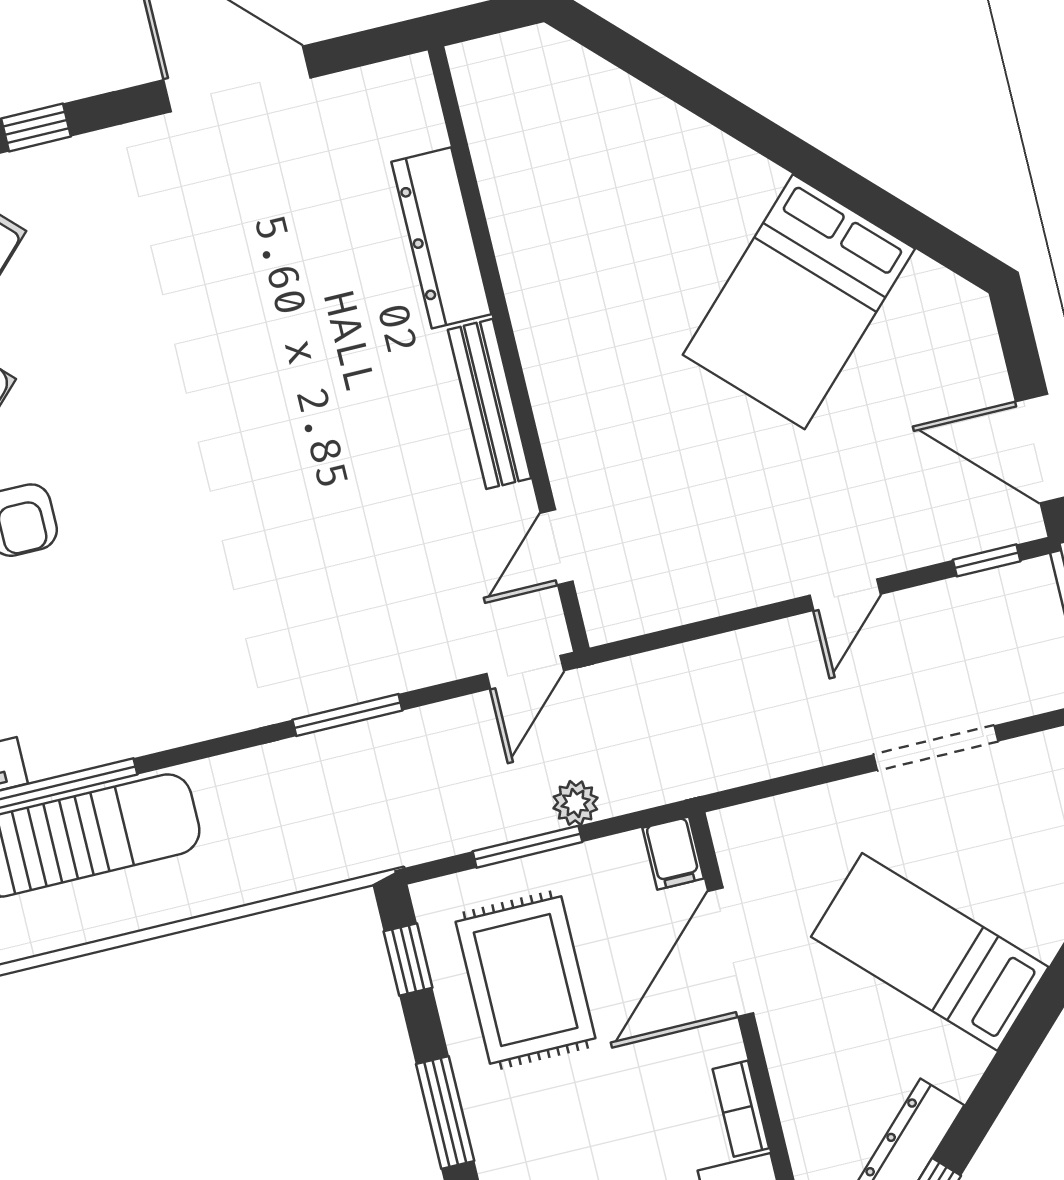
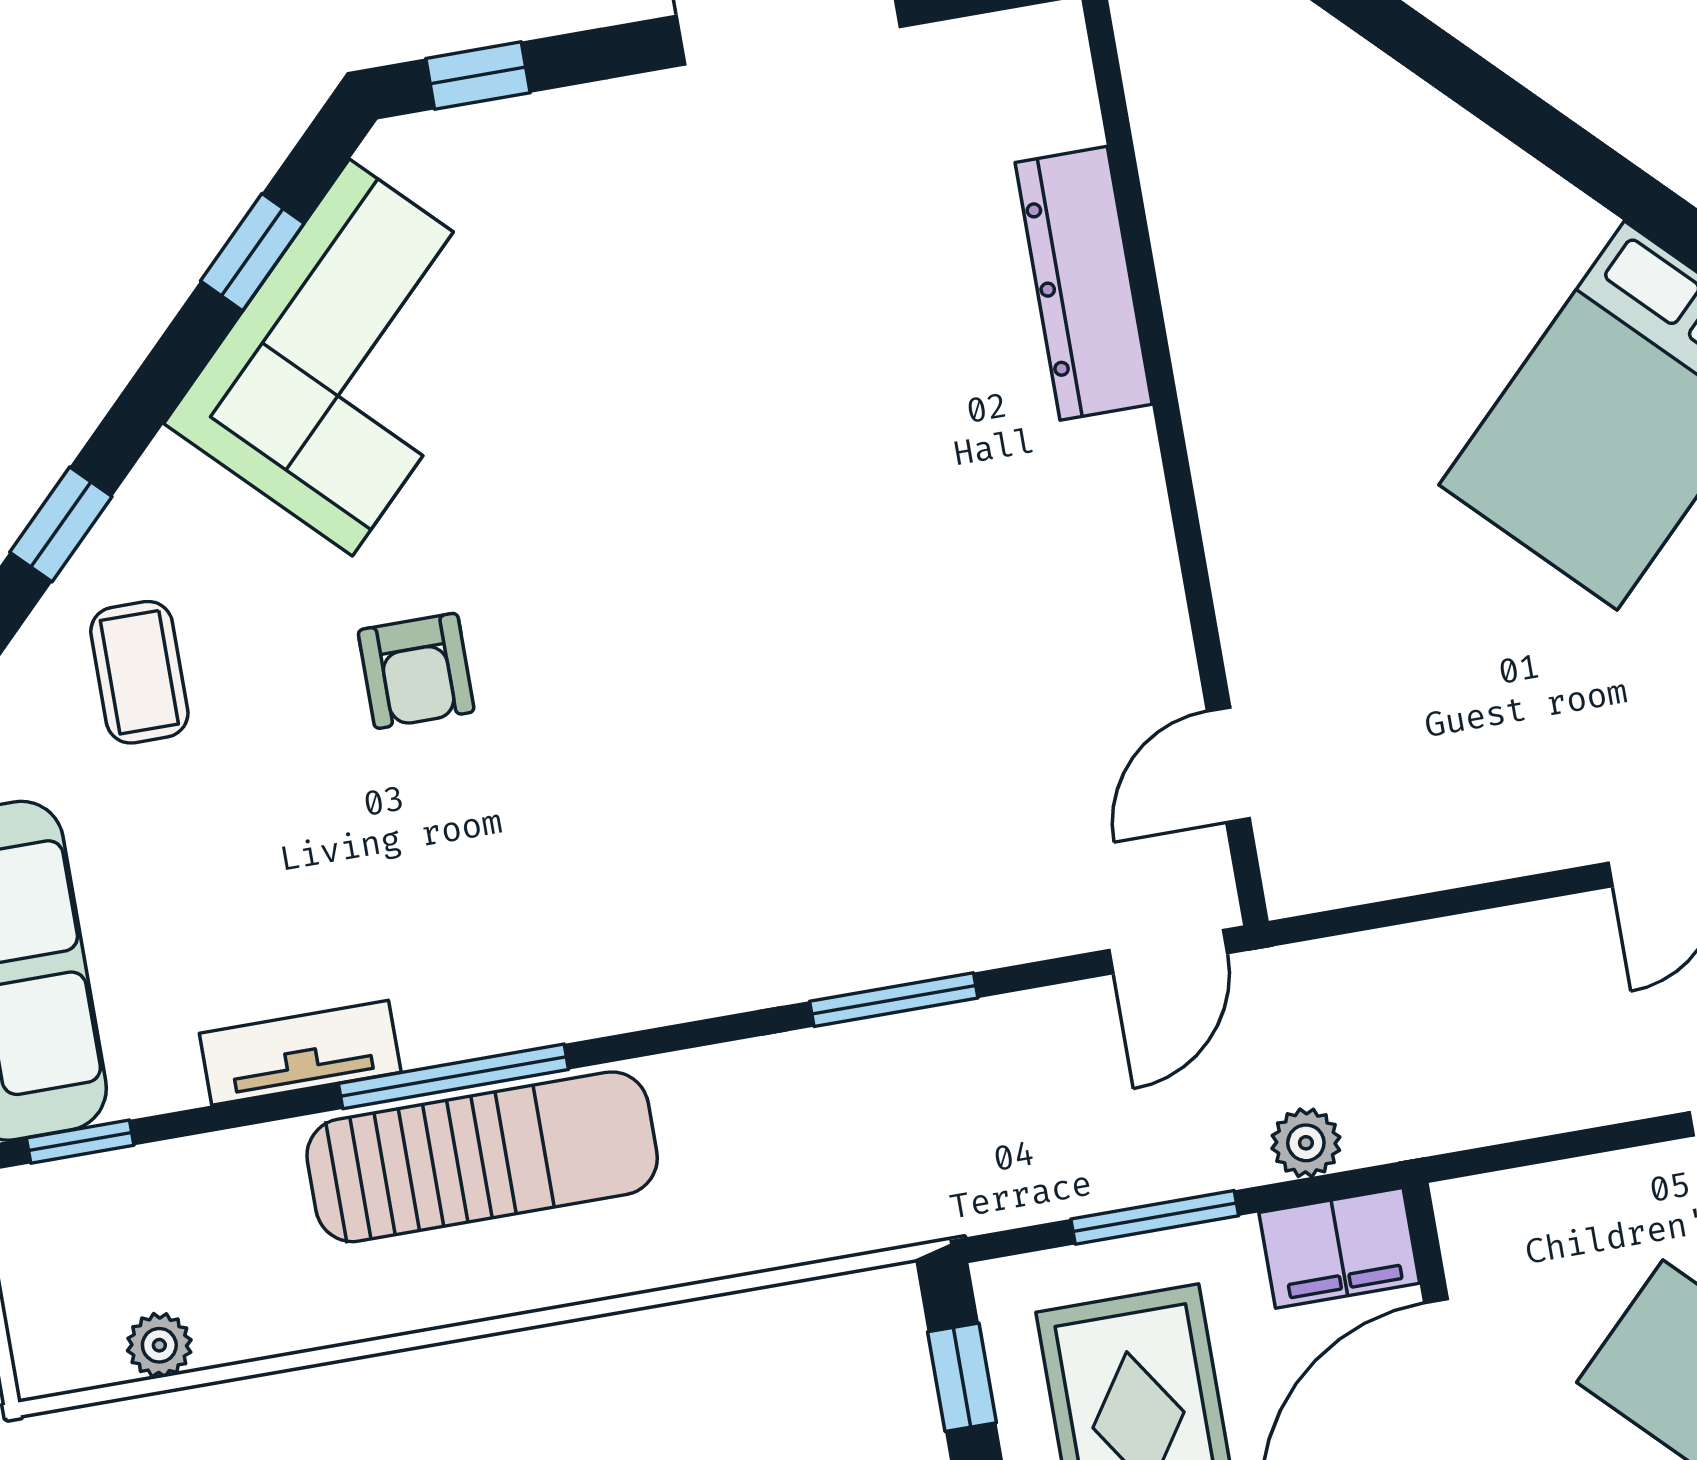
bench: (490, 404) -> (1140, 540), removed
plant: (575, 803) -> (1306, 1143), moved
filing cabinet: (673, 853) -> (1339, 1248), width x2.00

